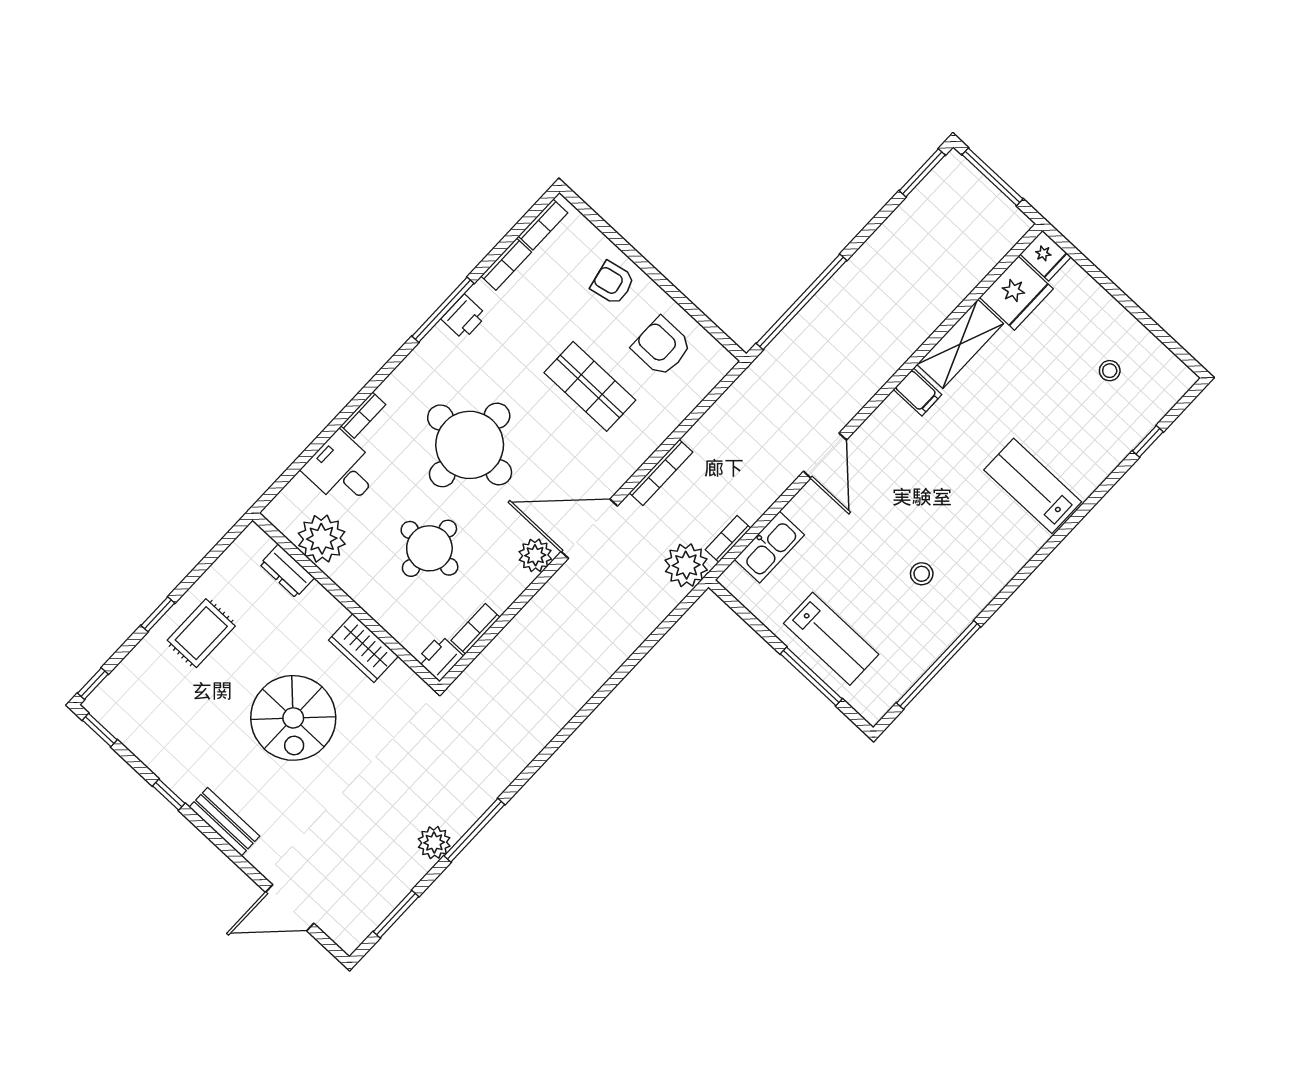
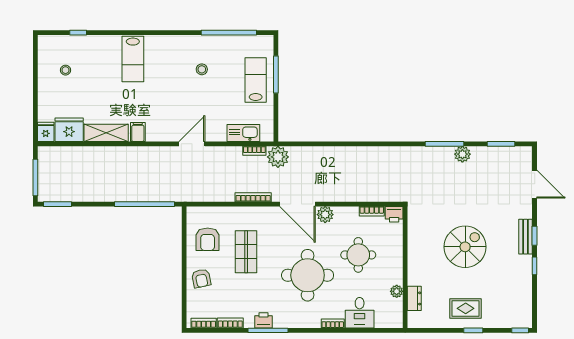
plant: (322, 539) -> (397, 291), width x0.53, depth x0.53
wardrobe: (363, 648) -> (416, 245), removed
window: (100, 730) -> (535, 236), moved

